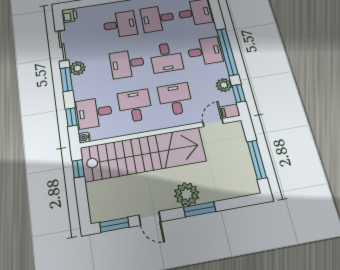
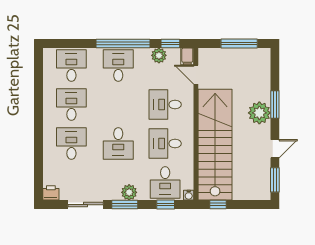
desk: (158, 19) -> (71, 105), turned 180
desk: (166, 57) -> (118, 105), removed
plant: (78, 68) -> (129, 192), moved

